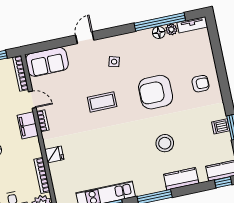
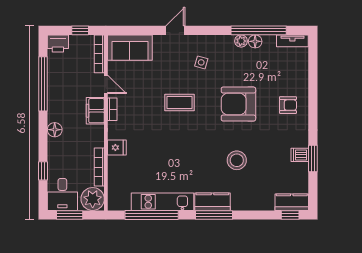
plant: (171, 29) -> (241, 41), moved
kitchen counter: (181, 179) -> (212, 202), moved

